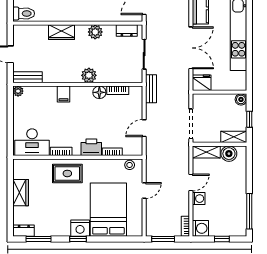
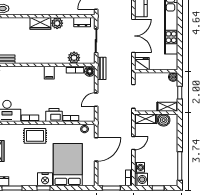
wardrobe: (61, 32) -> (40, 23), moved
plant: (89, 75) -> (74, 58), moved
floor lamp: (99, 92) -> (90, 71), moved
filing cabinet: (64, 94) -> (49, 73), moved
door: (144, 191) -> (96, 149), width x1.88
washing machine: (199, 199) -> (140, 167), moved

